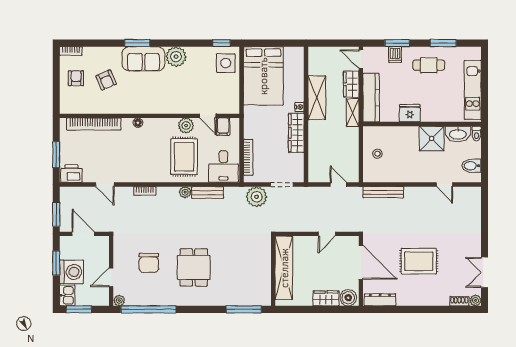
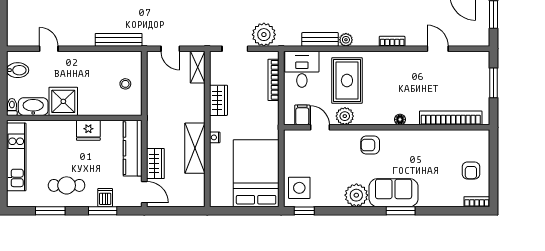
armchair: (106, 80) -> (370, 145), moved, turned -67
shelving: (353, 113) -> (198, 67), moved
wardrobe: (296, 133) -> (218, 100), width x0.67
printer: (71, 174) -> (476, 61), removed

